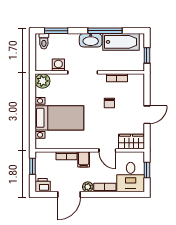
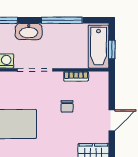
washbasin: (91, 40) -> (29, 32), moved
bathtub: (121, 42) -> (99, 47), moved, turned 90

